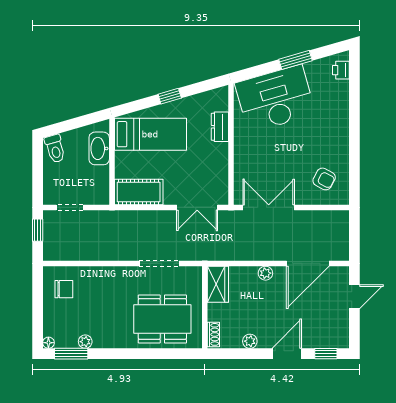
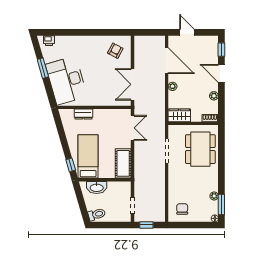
window: (170, 96) -> (71, 165), moved

